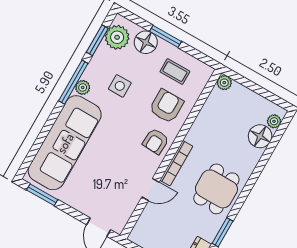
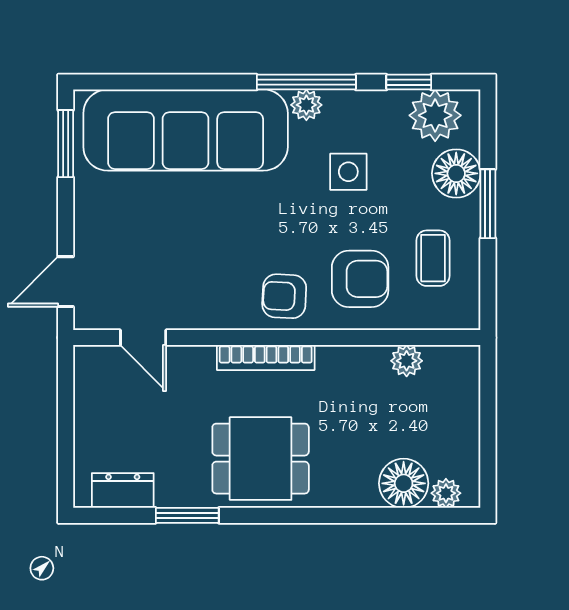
window: (97, 40) -> (409, 82), width x0.67
plant: (224, 83) -> (407, 361), moved
door: (150, 189) -> (143, 338), moved

